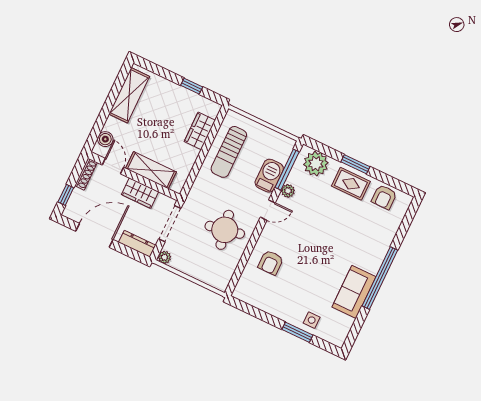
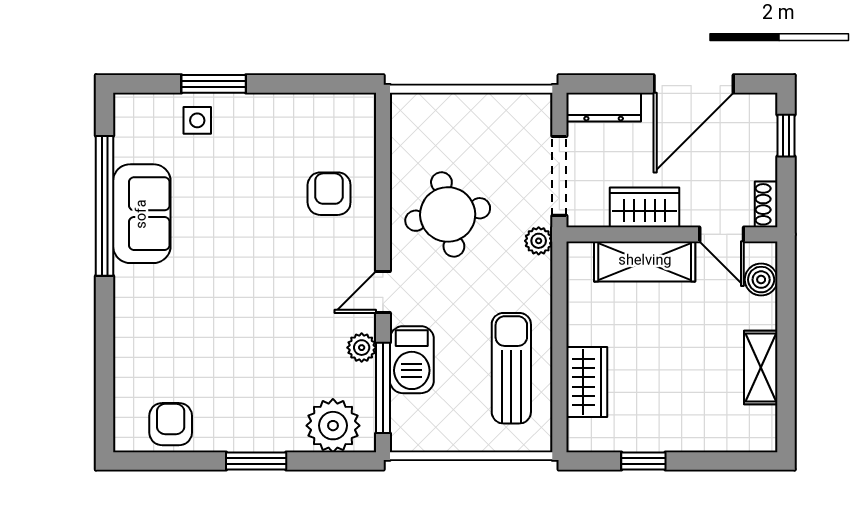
shelving: (129, 95) -> (761, 367), width x0.67, depth x0.75
shoe rack: (86, 174) -> (766, 204), width x0.70
rug: (351, 184) -> (247, 419), removed
plant: (164, 257) -> (539, 241), moved
window: (380, 278) -> (104, 206), moved

